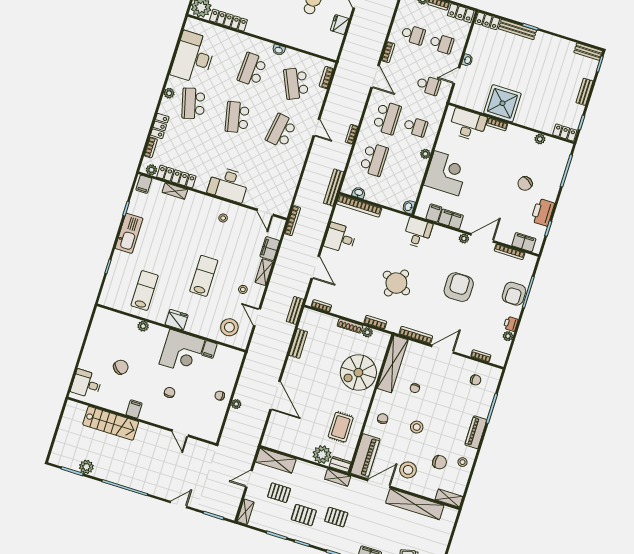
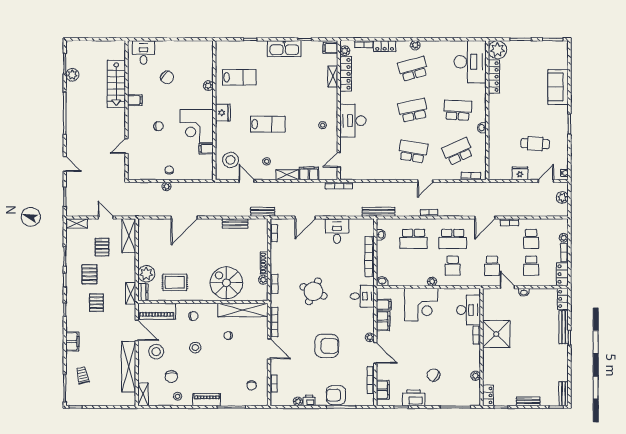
desk: (193, 57) -> (470, 62), moved, turned 90
bookcase: (359, 206) -> (370, 257), moved
door: (257, 317) -> (247, 181), hinge flipped

